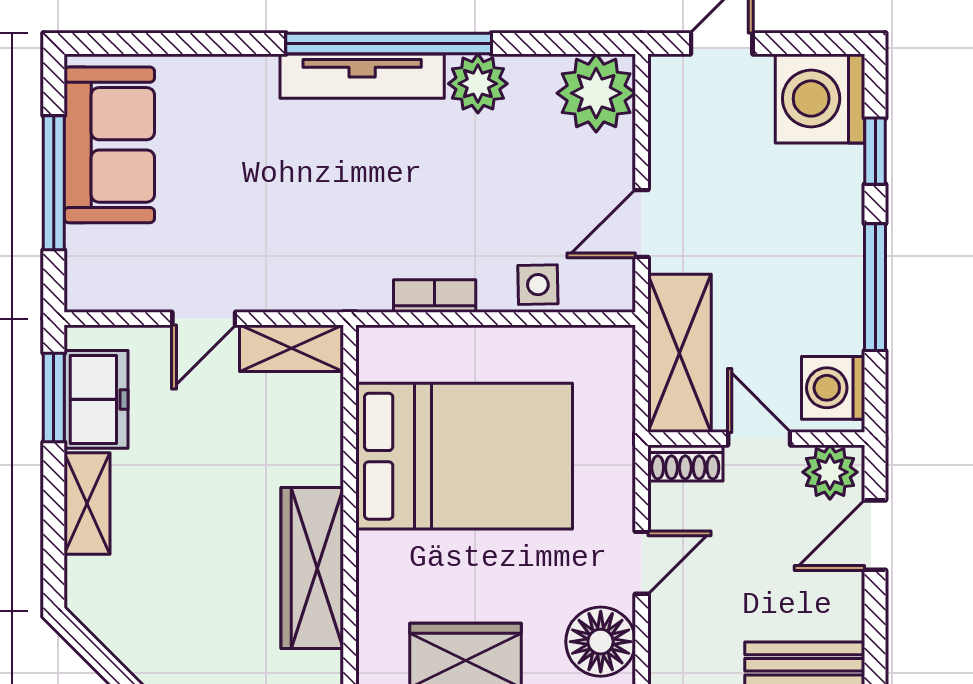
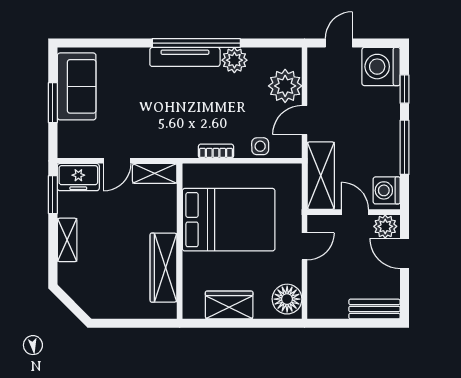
plant: (596, 93) -> (285, 86), moved
window: (54, 183) -> (53, 103), width x0.69
freezer: (96, 399) -> (78, 177), moved, turned 90
shoe rack: (685, 463) -> (323, 223), removed
door: (875, 535) -> (405, 253), hinge flipped
door: (642, 563) -> (305, 246), moved

